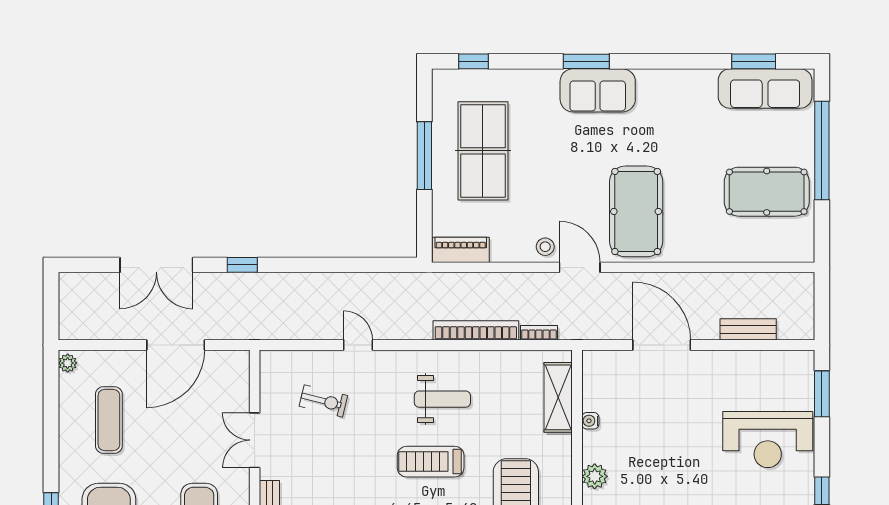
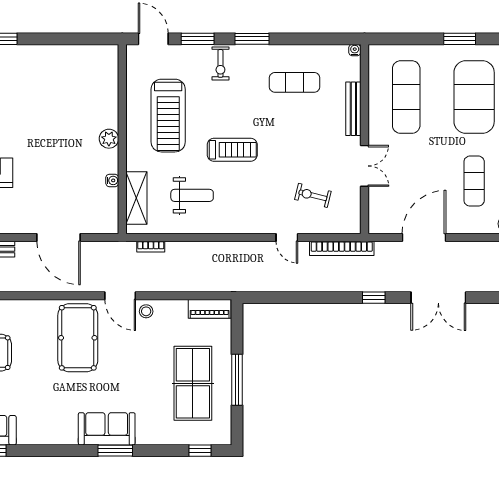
double door: (156, 265) -> (438, 298), swing flipped
bookcase: (476, 330) -> (342, 248), moved
weight bench: (442, 399) -> (192, 195), moved, turned 180

